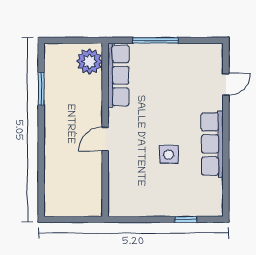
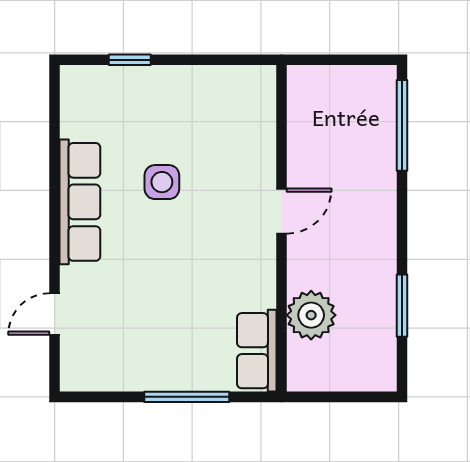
plant: (89, 61) -> (311, 315), moved
row of seats: (118, 75) -> (257, 351), width x0.68
window: (41, 185) -> (402, 125), added

